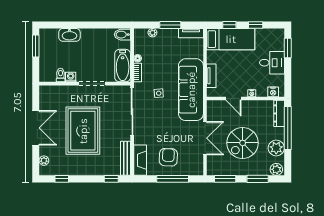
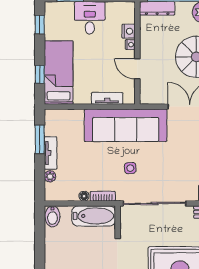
window: (170, 25) -> (40, 139), moved
window: (256, 25) -> (40, 25), moved
tv unit: (191, 33) -> (51, 153), moved
nightstand: (273, 92) -> (129, 31), moved
door: (234, 99) -> (137, 69), swing flipped

